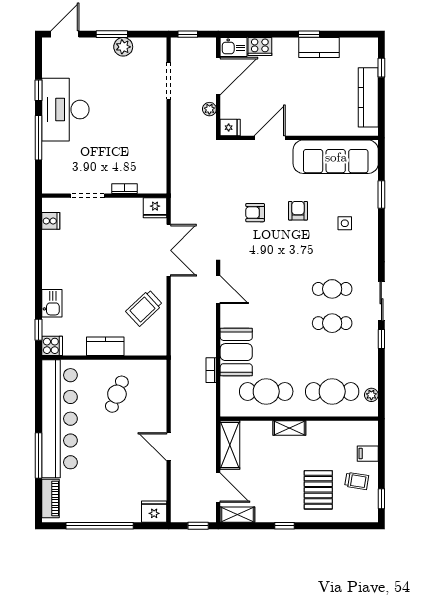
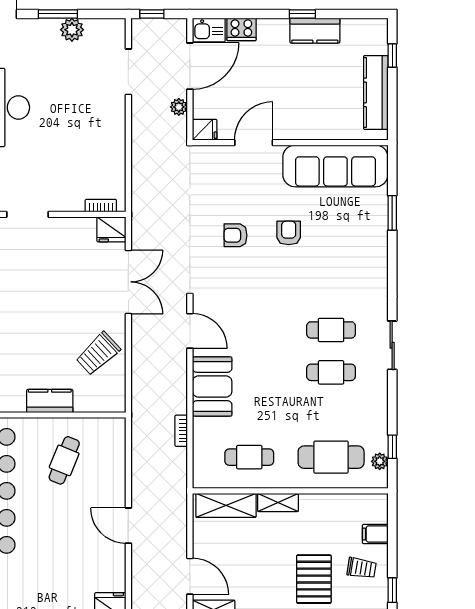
bookcase: (124, 189) -> (101, 206), moved
side table: (345, 223) -> (347, 248), removed
window: (381, 339) -> (392, 447), moved
booth: (236, 352) -> (212, 387), moved
cafe table: (266, 391) -> (249, 457), width x0.73, depth x0.74
shelving: (230, 445) -> (226, 505), moved, turned 90

